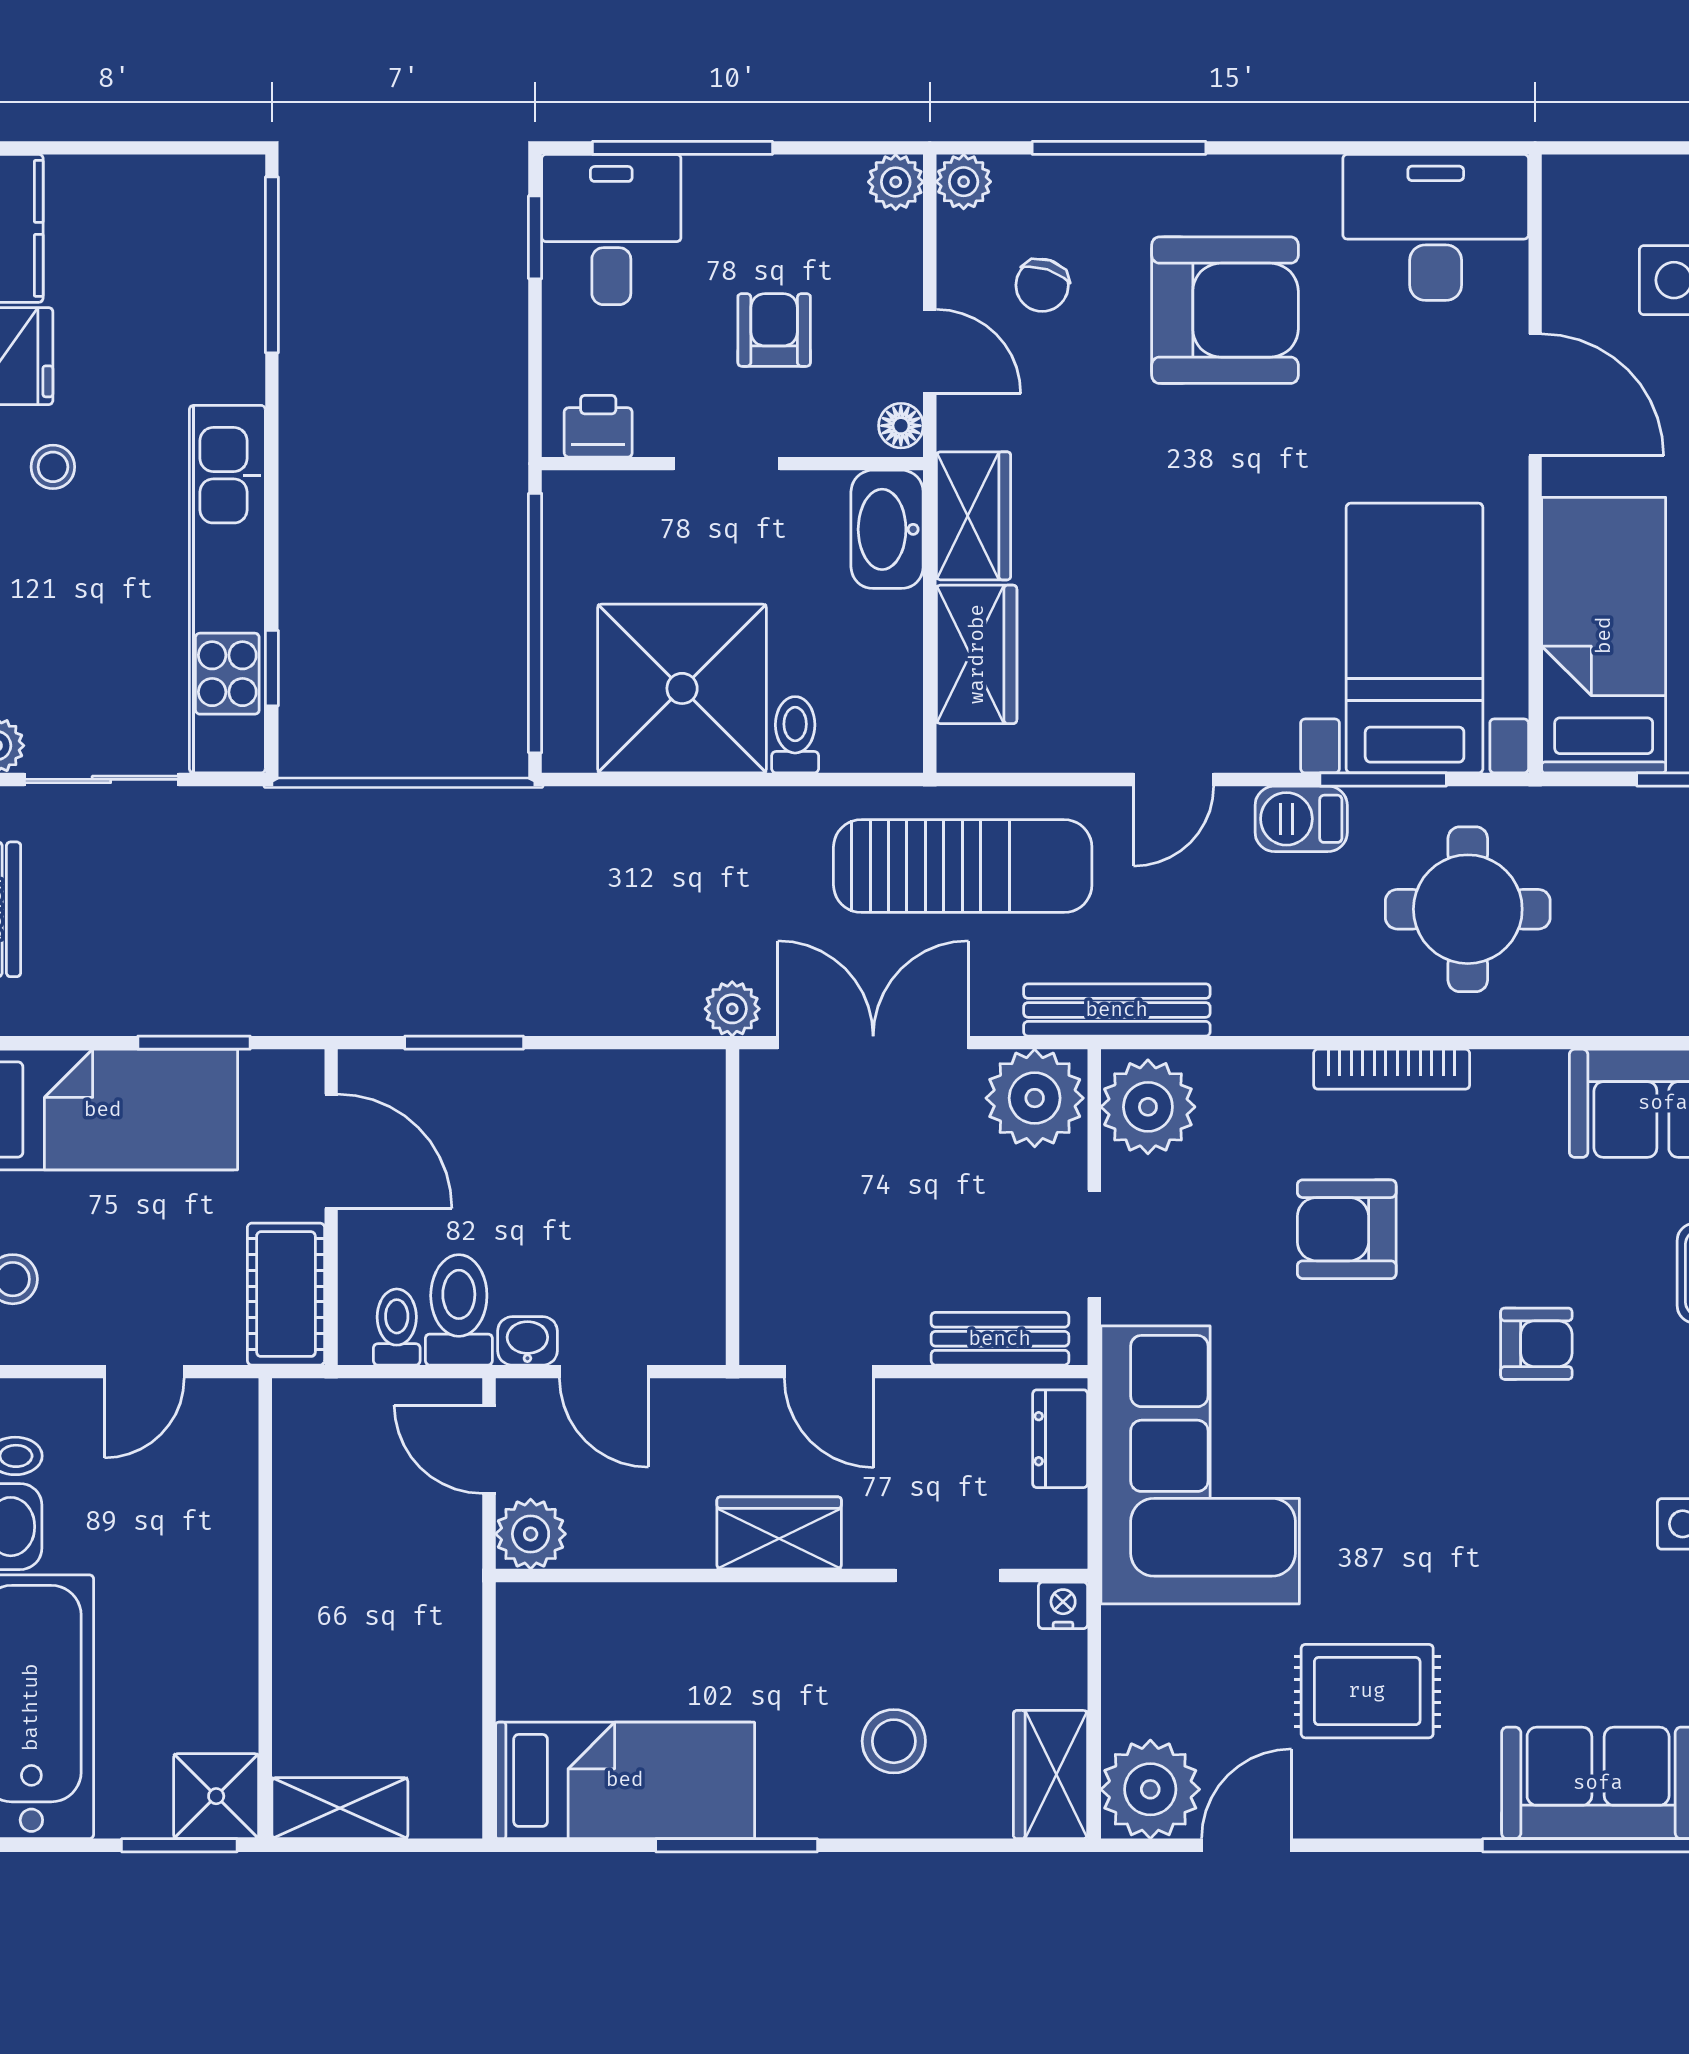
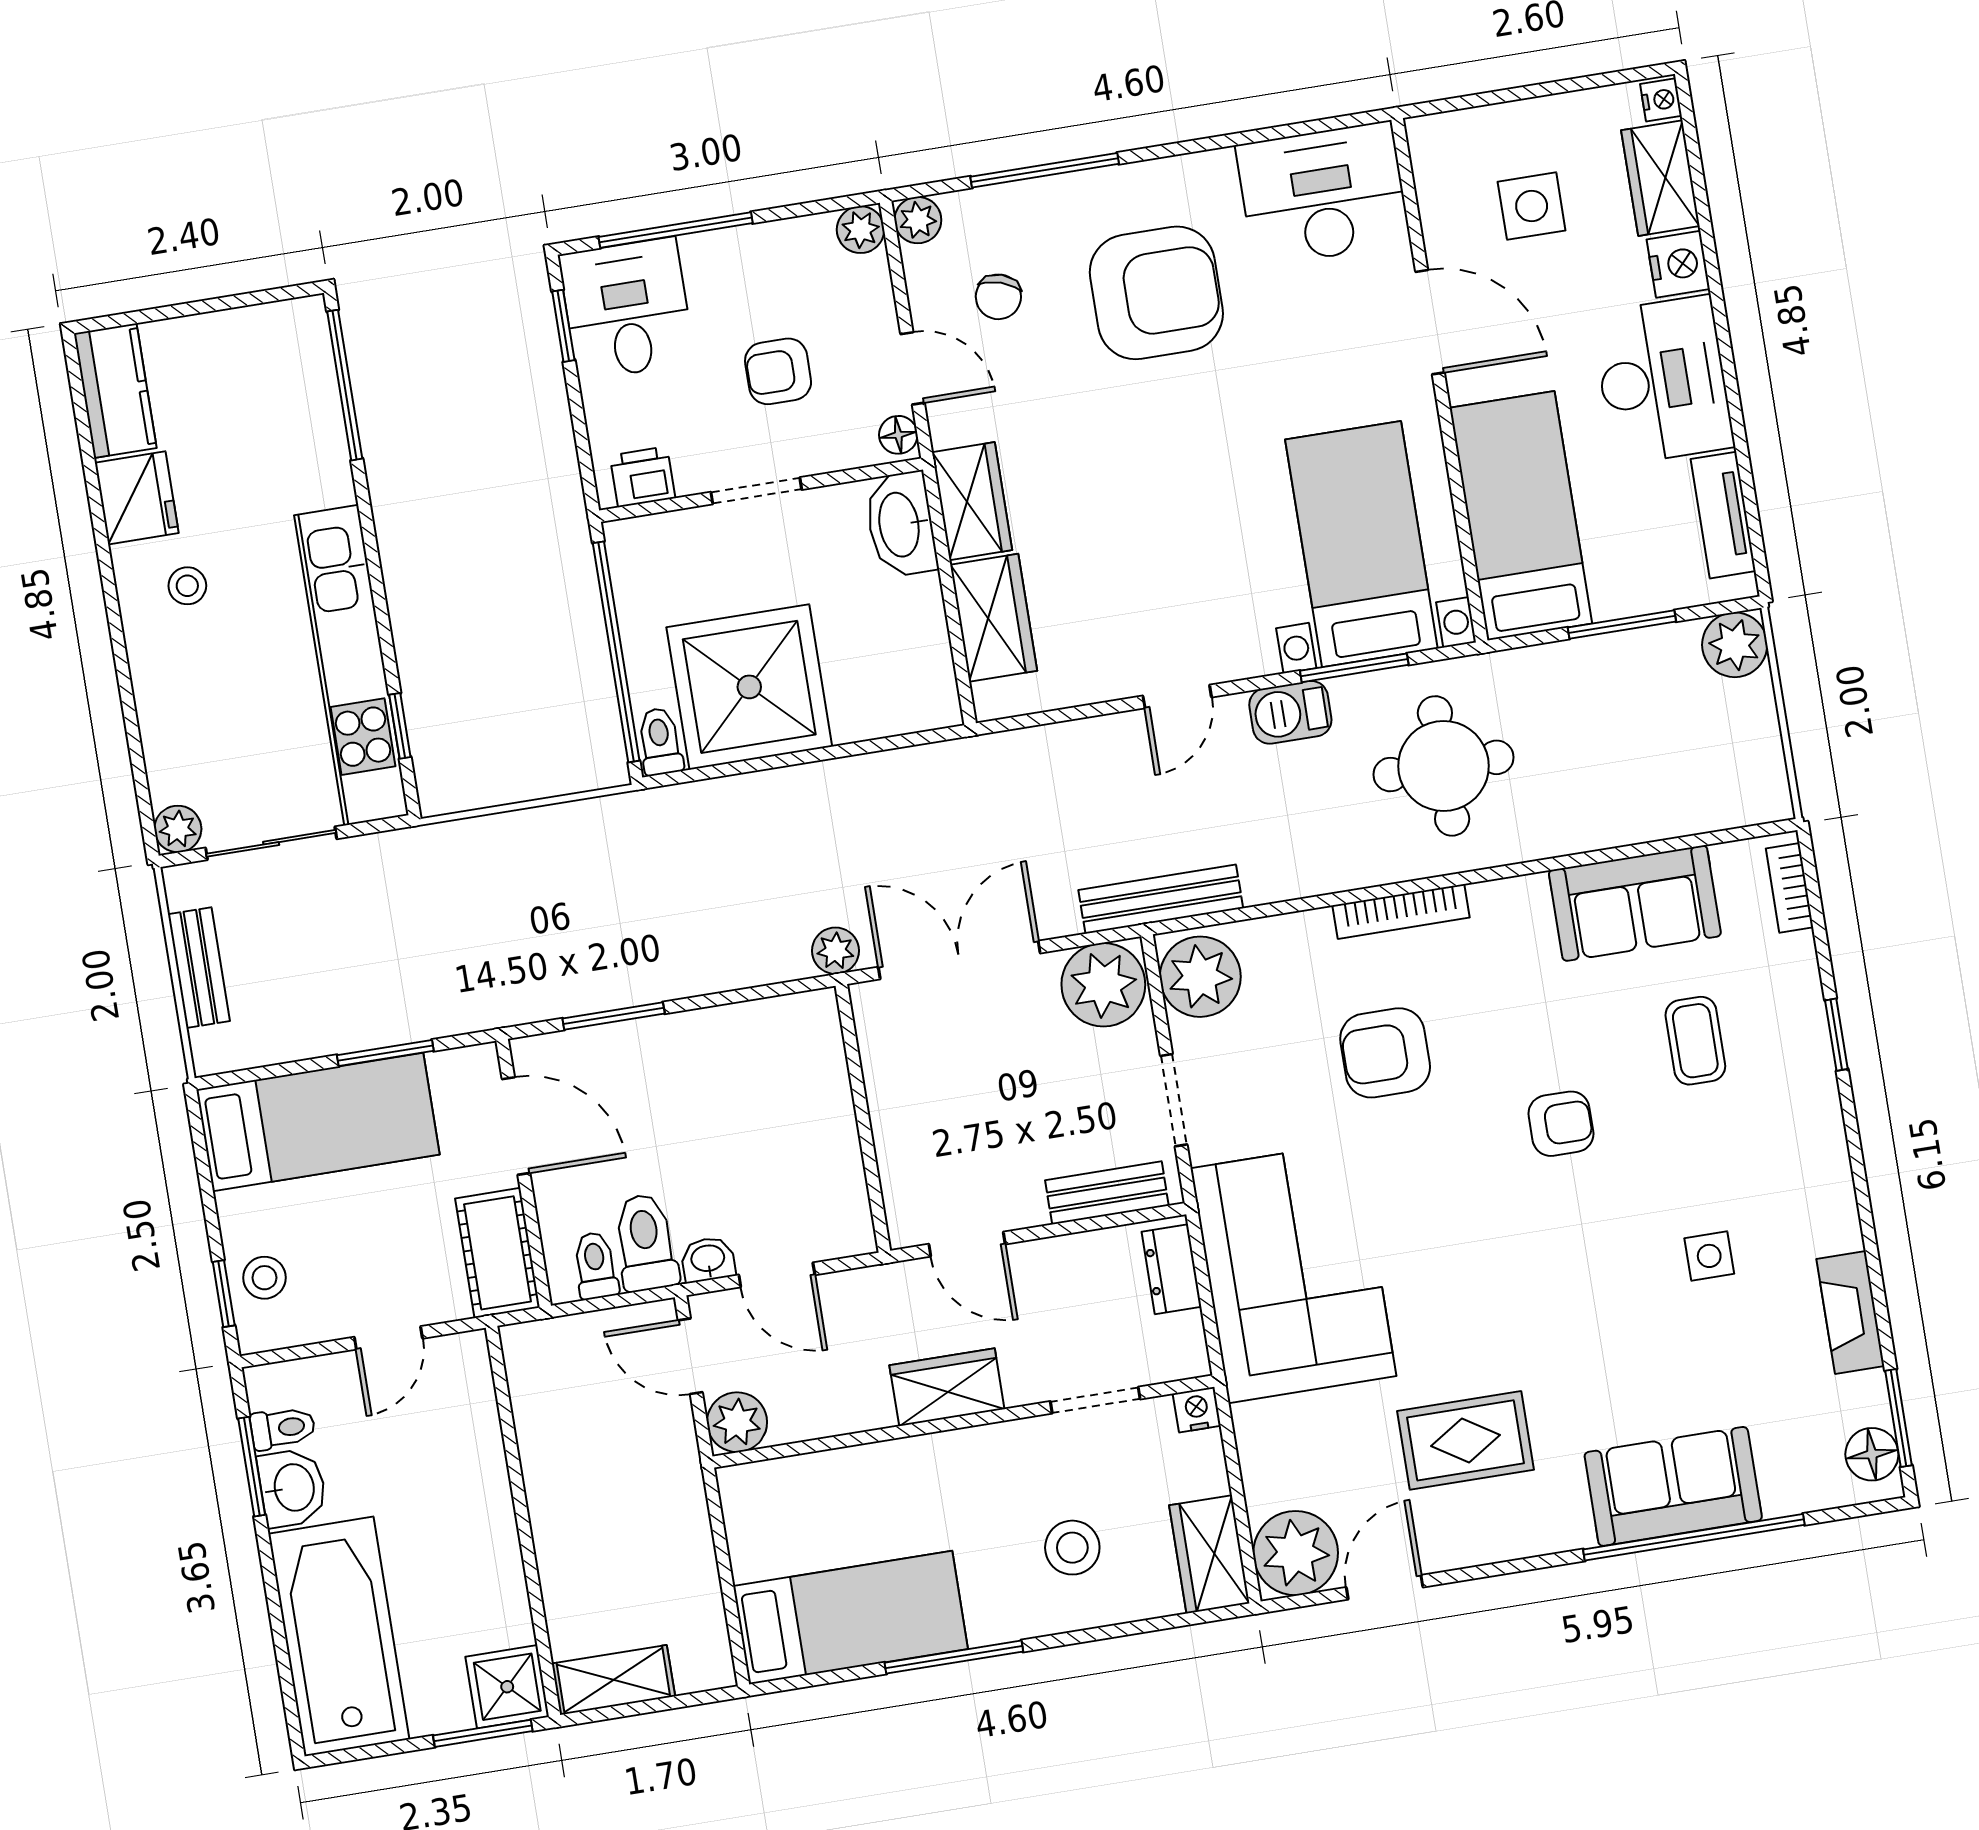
armchair: (774, 330) -> (778, 371), turned -90
toilet: (795, 735) -> (660, 741), moved
sun lounger: (963, 866) -> (1011, 799), removed

